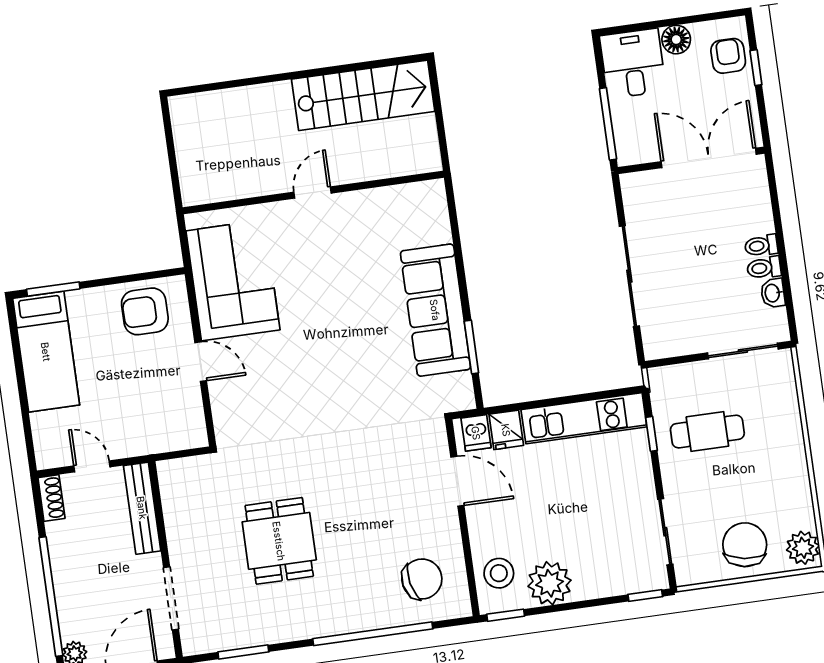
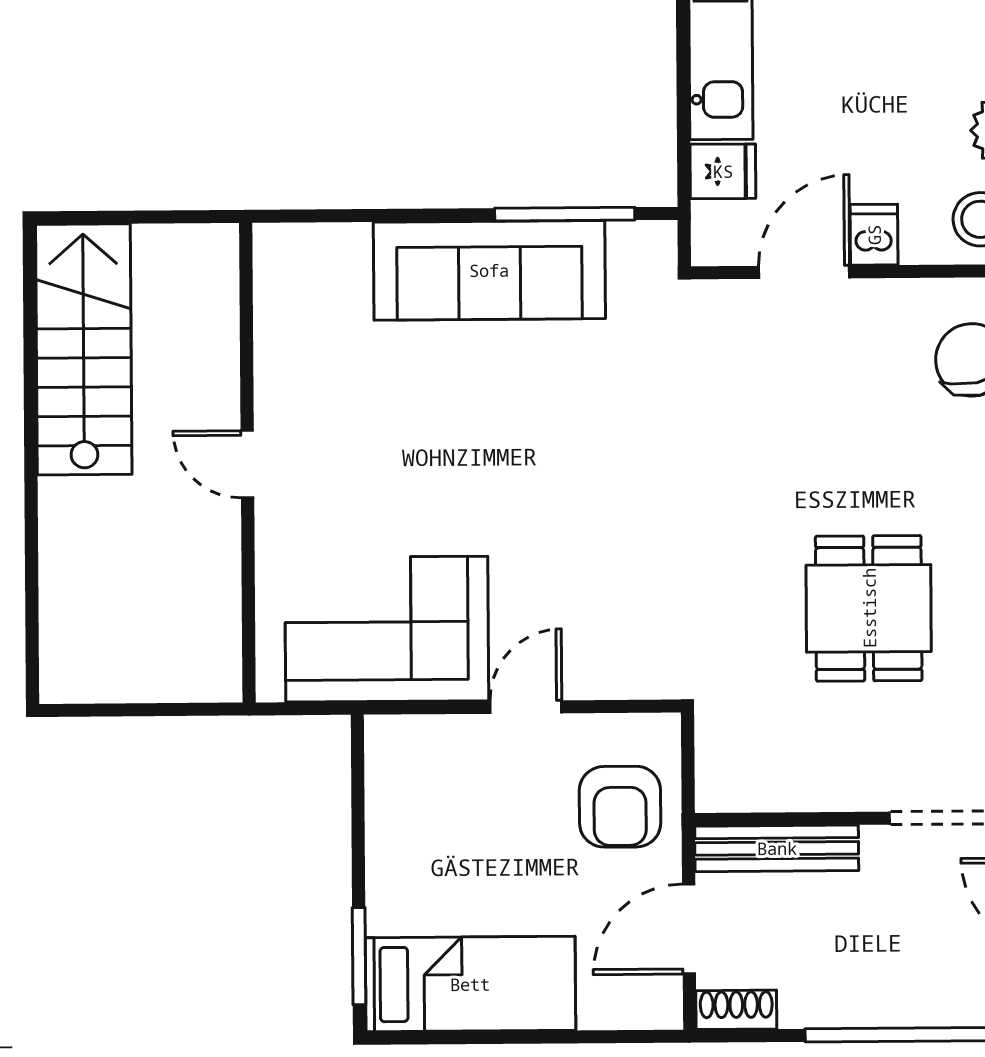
armchair: (145, 311) -> (620, 807), moved
window: (471, 347) -> (565, 214), width x1.44
dishwasher: (476, 433) -> (874, 235), moved, turned -90
door: (92, 466) -> (689, 929), width x1.38
dining table: (279, 541) -> (869, 608), turned 90

